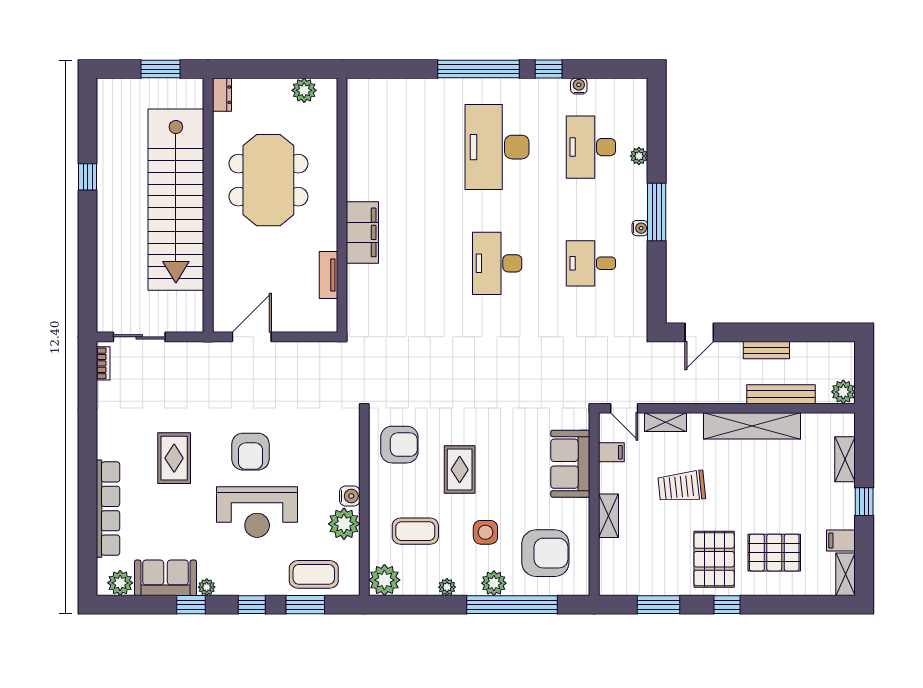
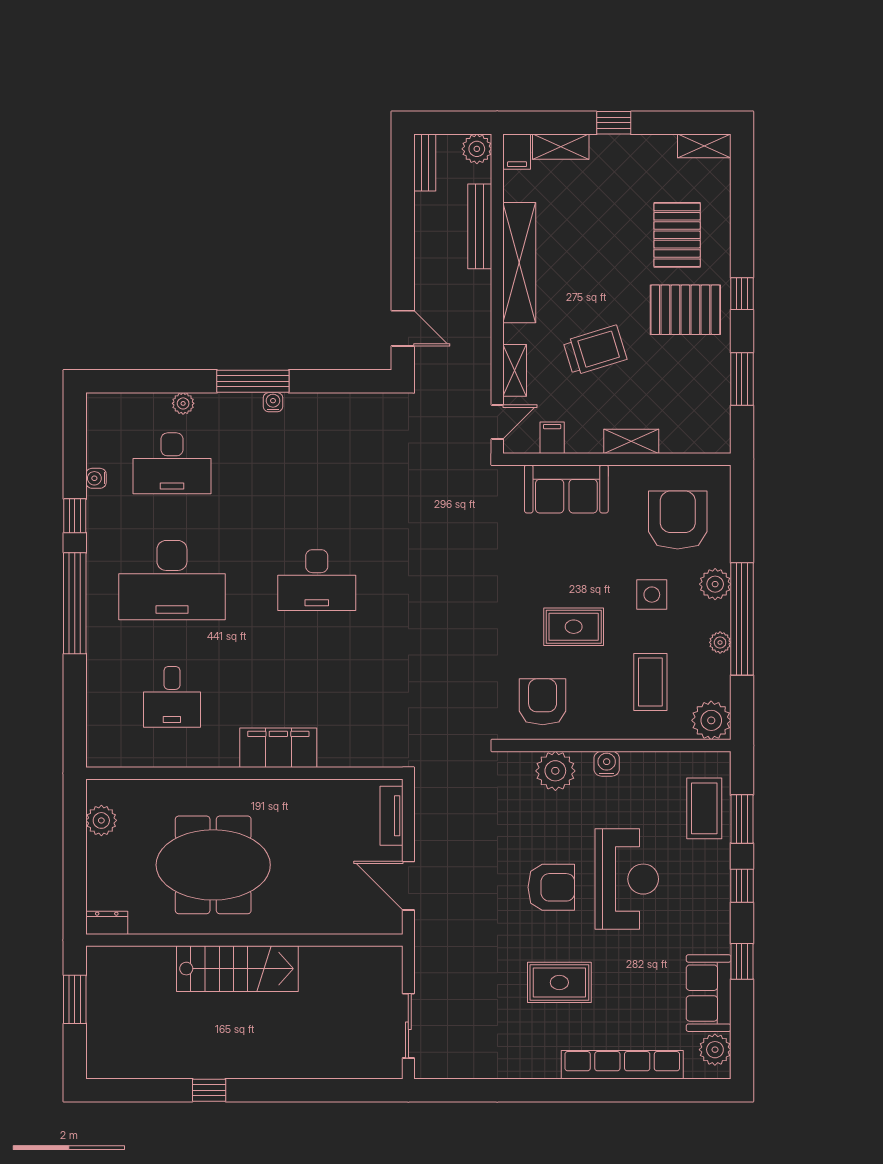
stairs: (176, 200) -> (237, 969), width x0.54, depth x0.66
desk: (591, 263) -> (172, 697), moved
tv unit: (328, 275) -> (392, 816), moved, turned 90
bench: (766, 350) -> (425, 163), moved
bookcase: (103, 363) -> (441, 1071), removed
trolley: (682, 487) -> (595, 350), turned -101
plant: (344, 524) -> (555, 771), moved
filing cabinet: (841, 540) -> (517, 152), moved
plant: (207, 587) -> (720, 942), removed
window: (512, 605) -> (742, 619), moved

